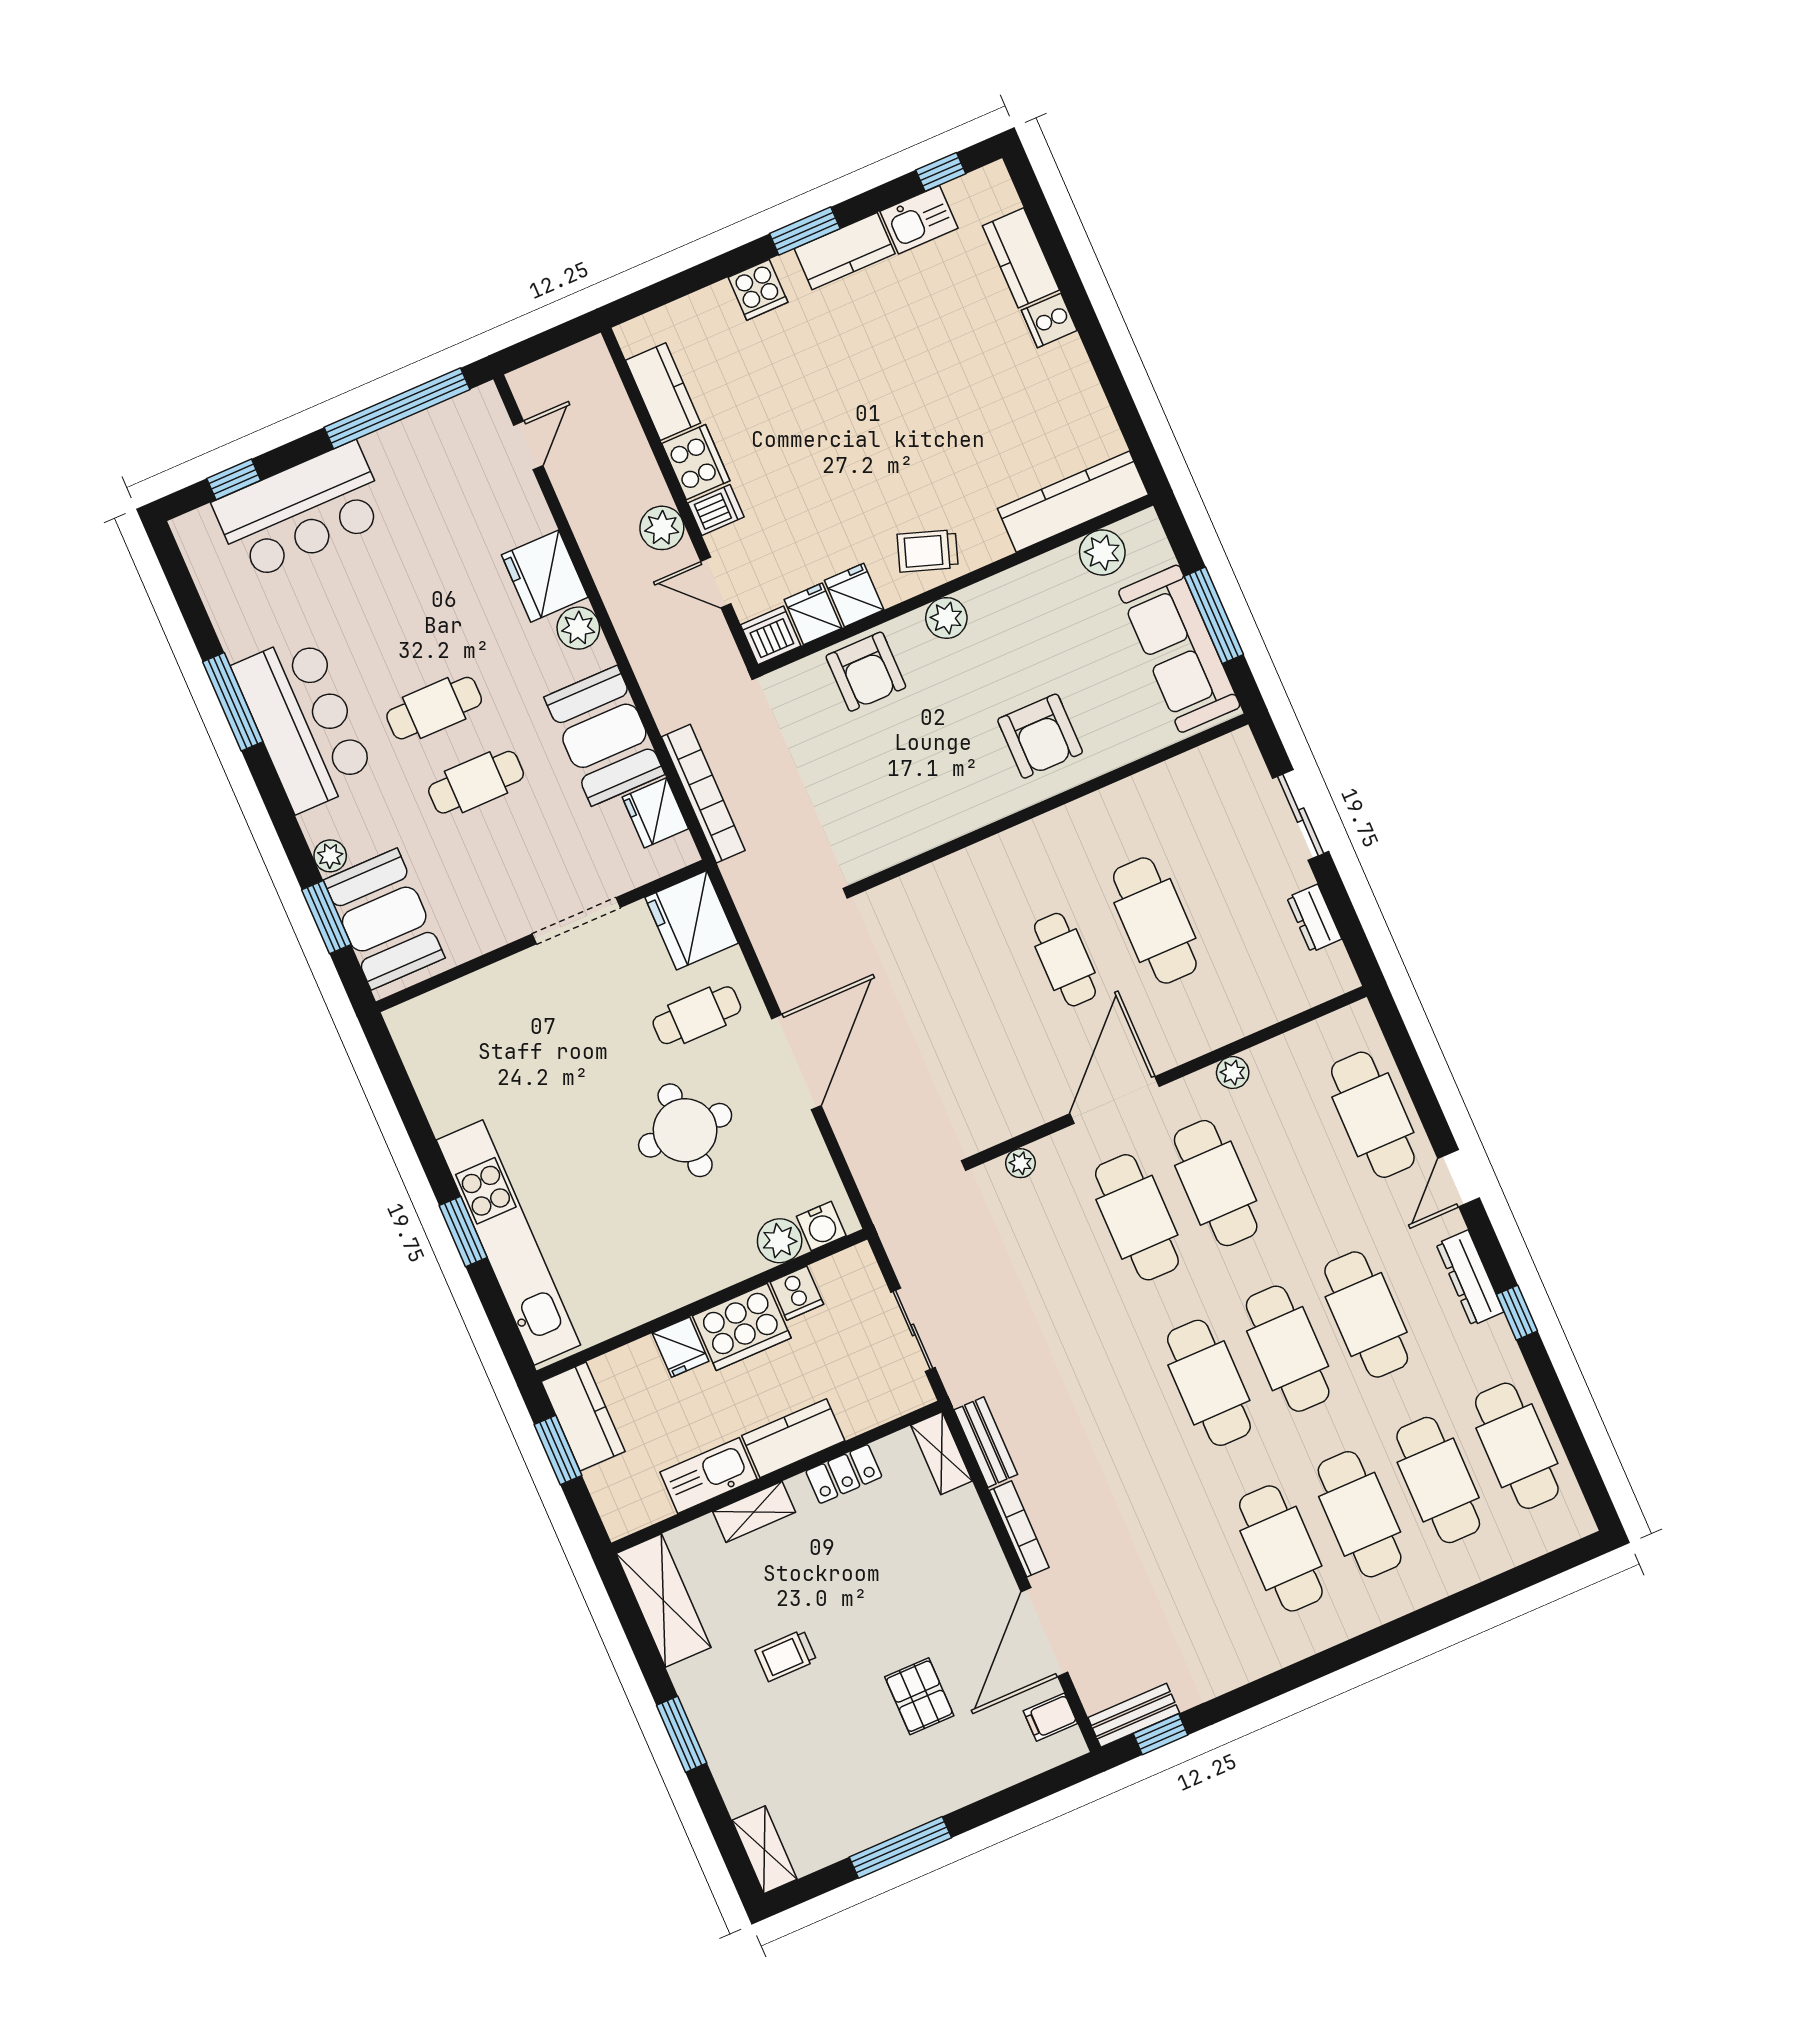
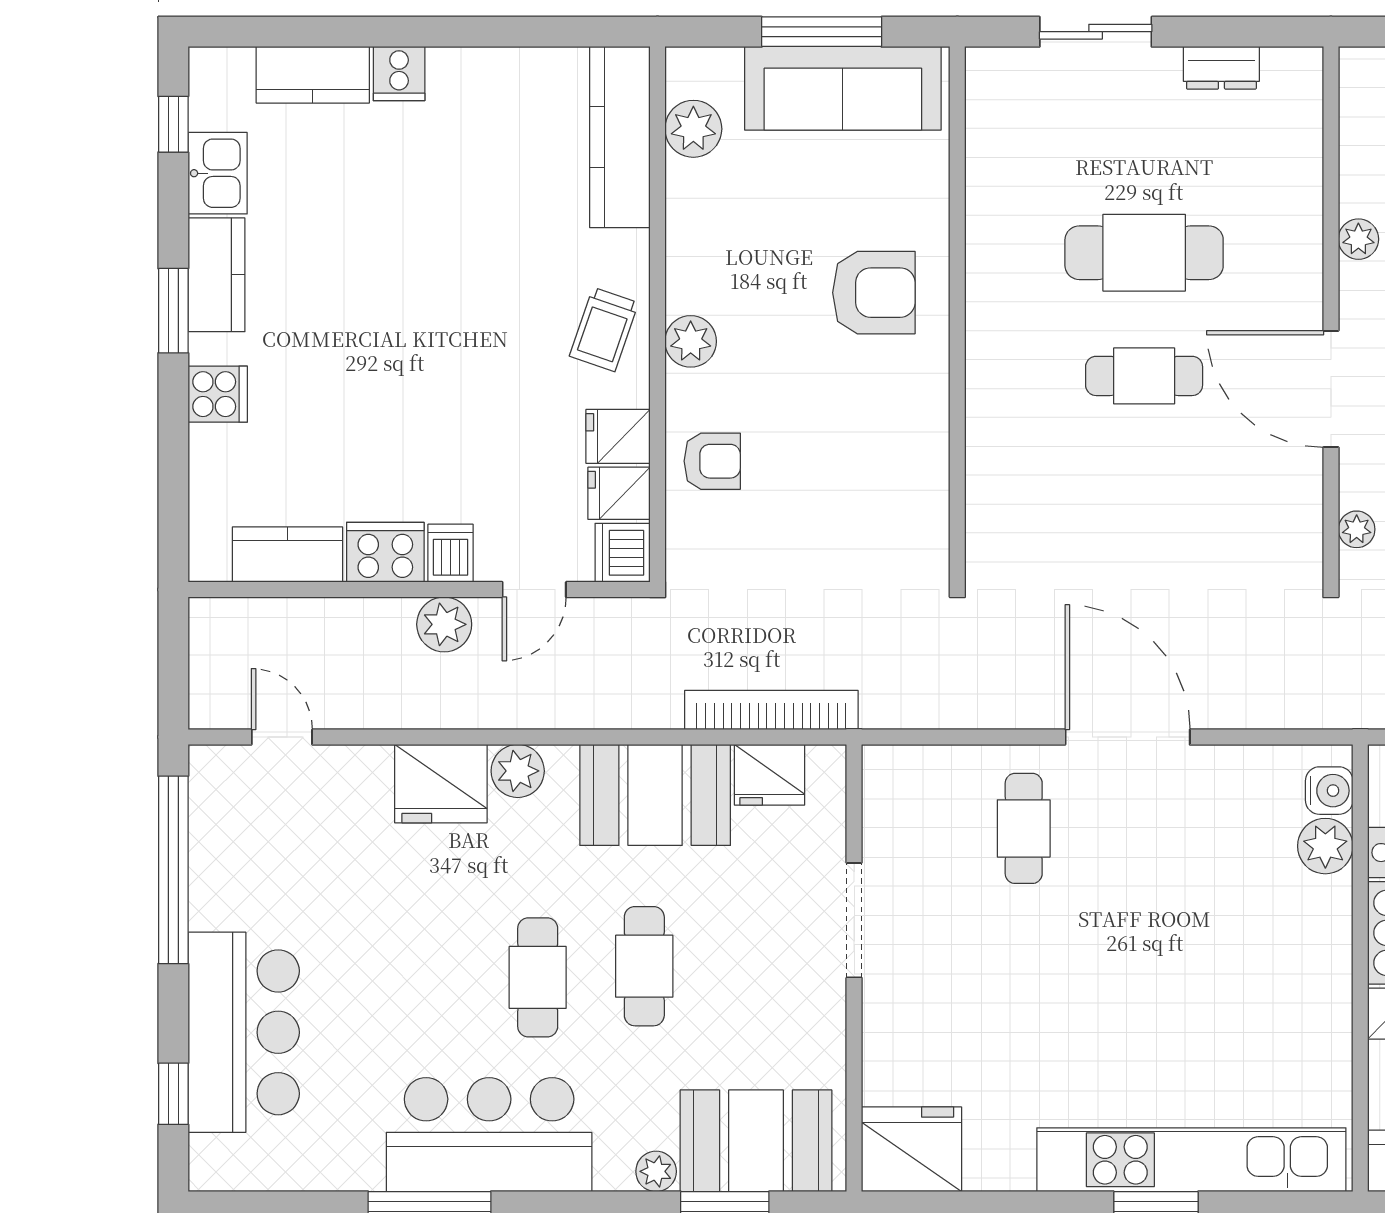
armchair: (866, 672) -> (712, 461), width x0.72, depth x0.72
fridge: (692, 920) -> (912, 1149), moved, turned 180
round table: (685, 1130) -> (1150, 900), removed

